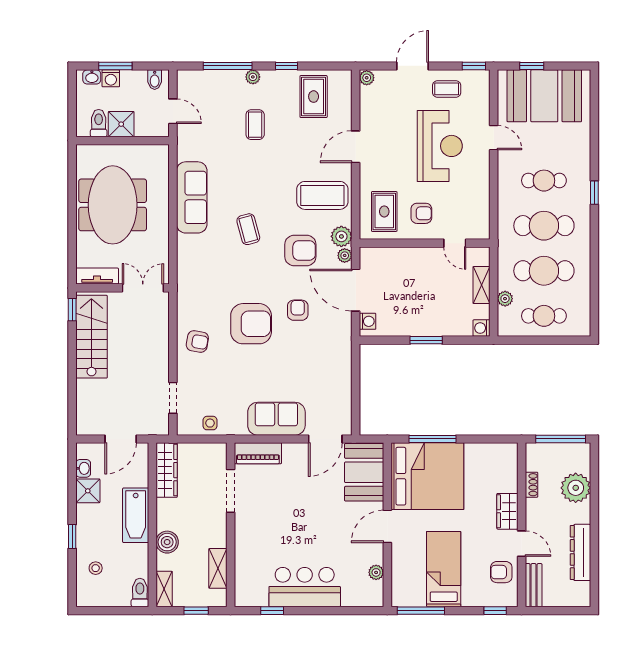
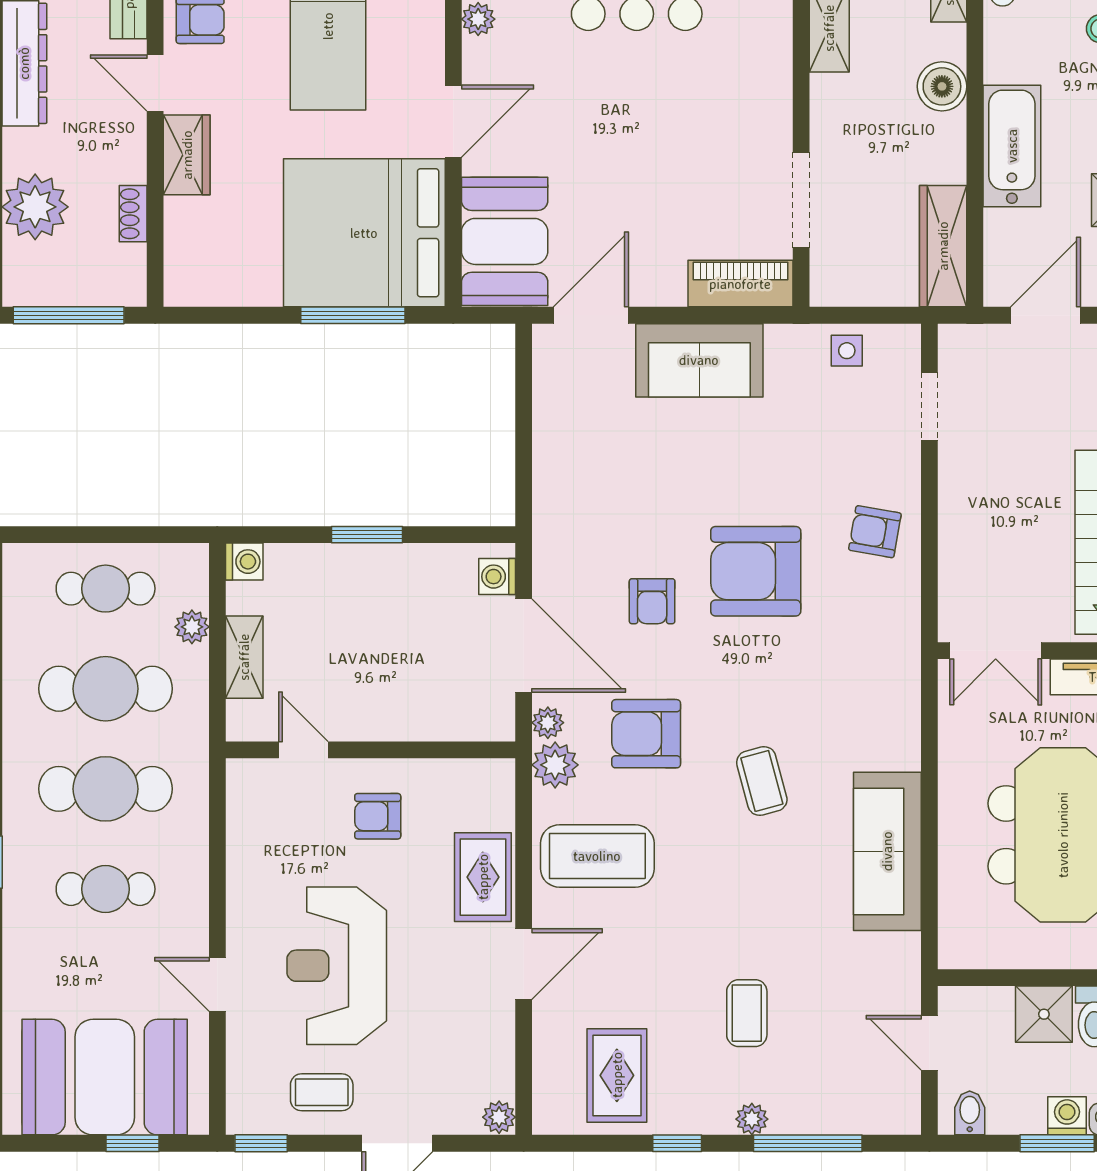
rug: (384, 211) -> (483, 877), moved

